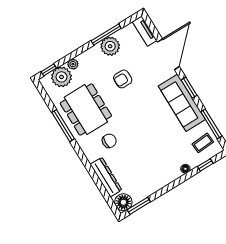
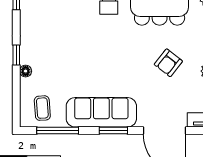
armchair: (123, 79) -> (168, 63), turned -142
window: (205, 165) -> (16, 55), moved

